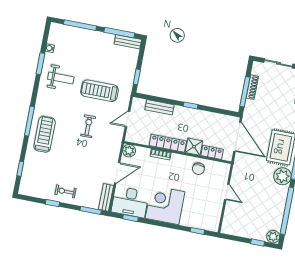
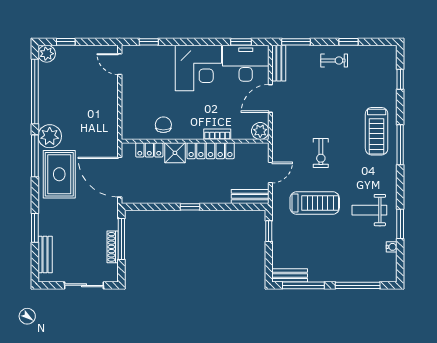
bench: (159, 107) -> (250, 196), moved
door: (227, 192) -> (120, 64), moved

